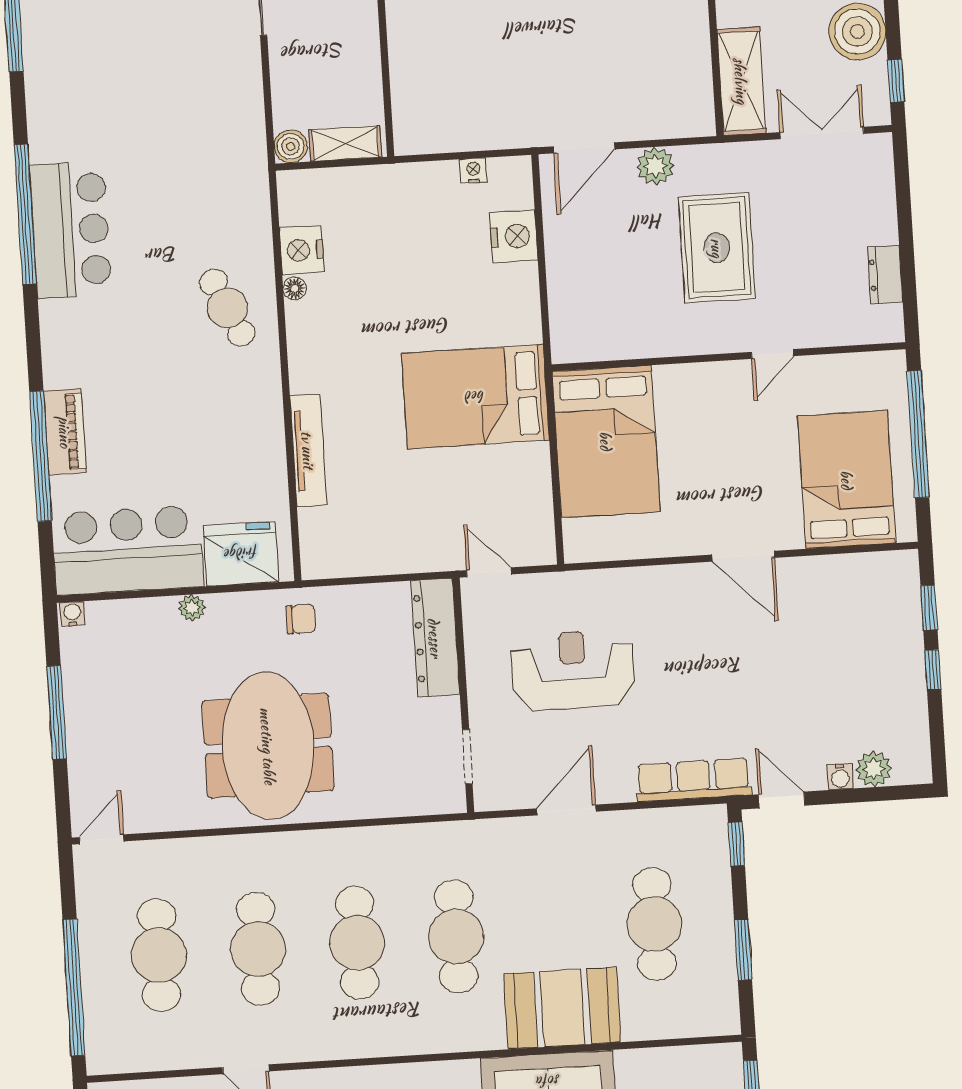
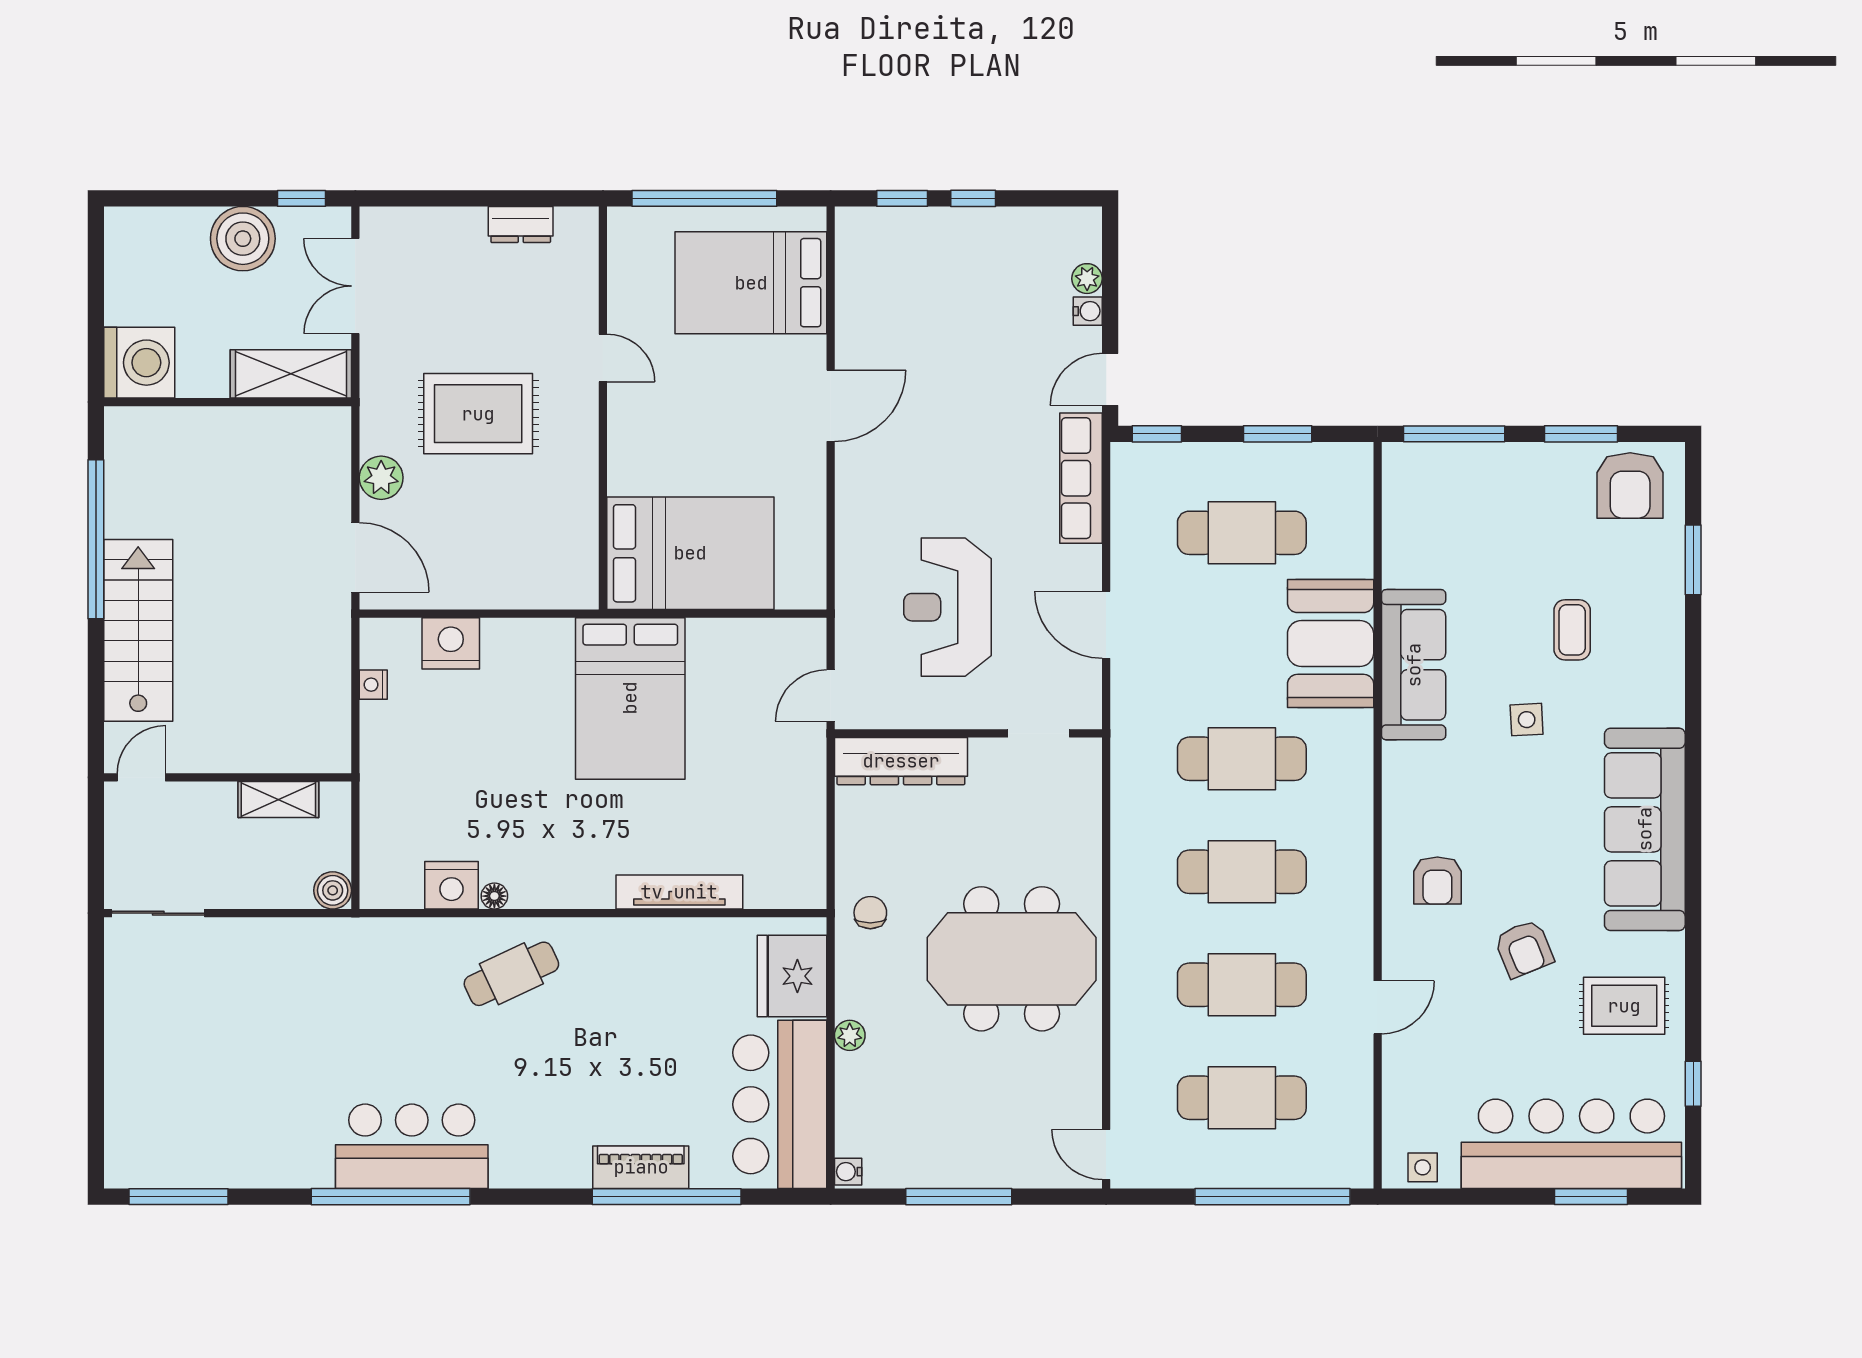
shelving: (345, 143) -> (278, 800), moved, turned 90
plant: (874, 769) -> (1087, 279), width x0.73, depth x0.73

